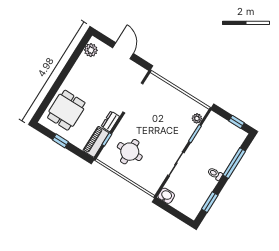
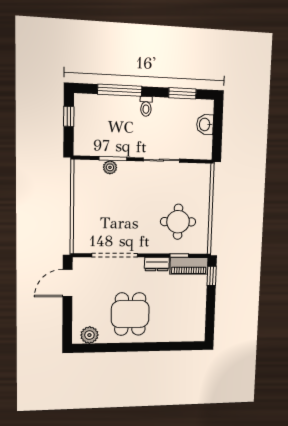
door: (123, 51) -> (68, 283), moved
dining table: (66, 110) -> (130, 314), moved, turned 90
plant: (197, 118) -> (110, 167), moved
window: (60, 141) -> (212, 276), moved
washbasin: (166, 196) -> (205, 124), moved

